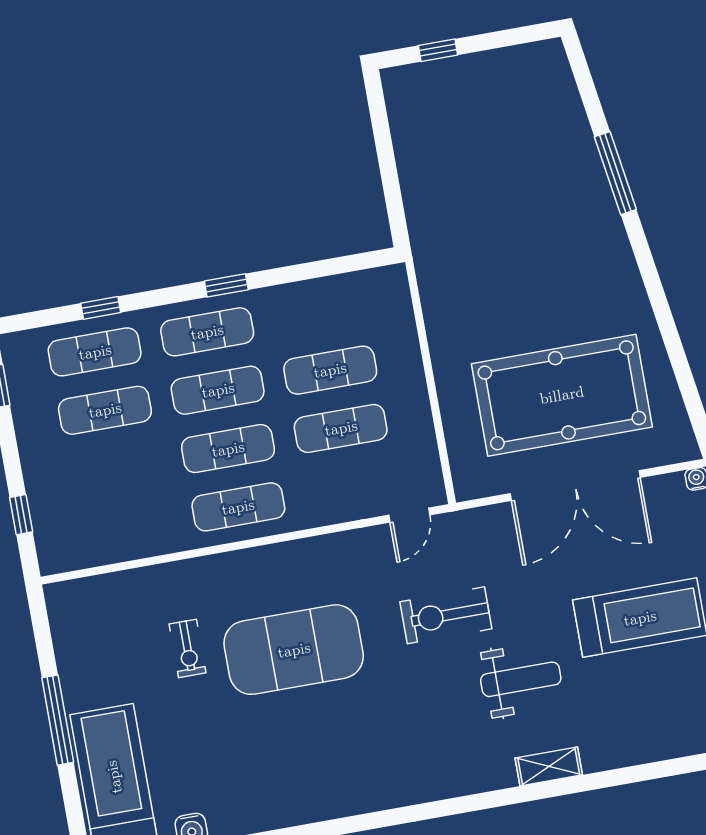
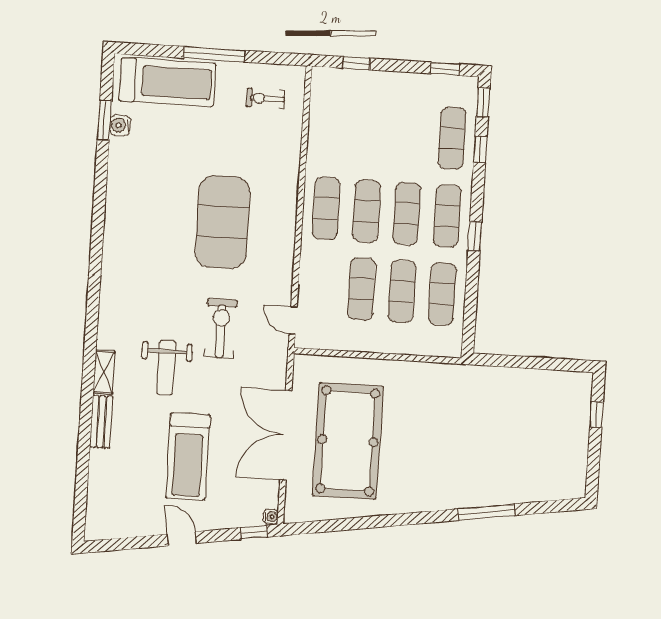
window: (33, 320) -> (483, 102), added
exercise mat: (105, 410) -> (442, 294), moved
exercise bike: (188, 648) -> (266, 99), moved
bench: (620, 753) -> (101, 422), added

